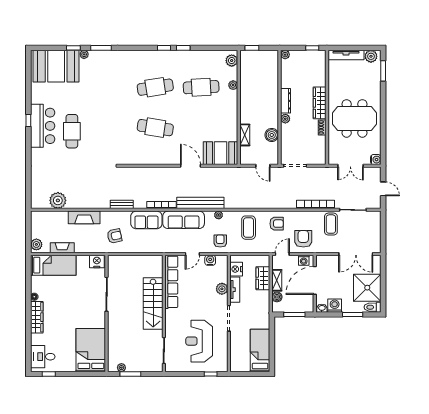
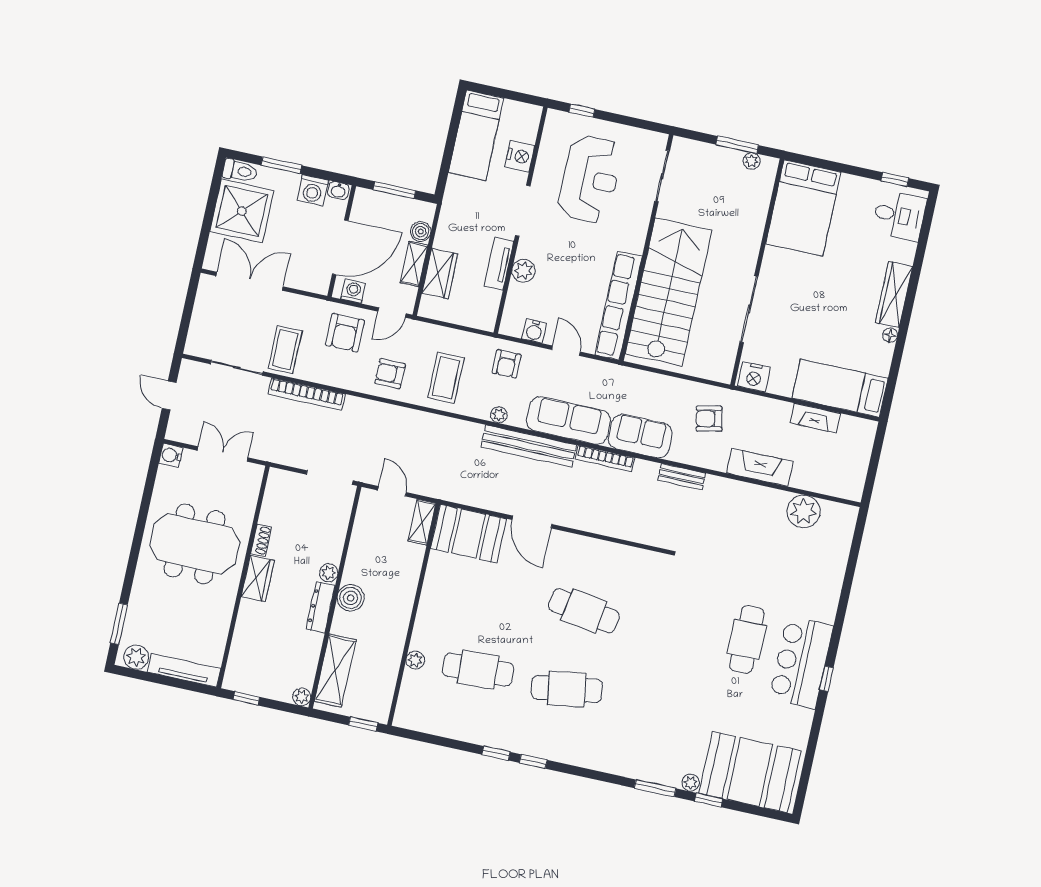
plant: (232, 61) -> (408, 708), removed
shelving: (271, 71) -> (335, 670), added
wardrobe: (320, 103) -> (258, 579), width x0.67
shelving: (245, 135) -> (422, 522), moved
boiler: (272, 135) -> (351, 598), moved
plant: (36, 244) -> (864, 435), removed
door: (192, 254) -> (566, 351), hinge flipped
nightstand: (236, 269) -> (520, 156), moved
stairs: (153, 303) -> (669, 292), width x1.36, depth x1.51

